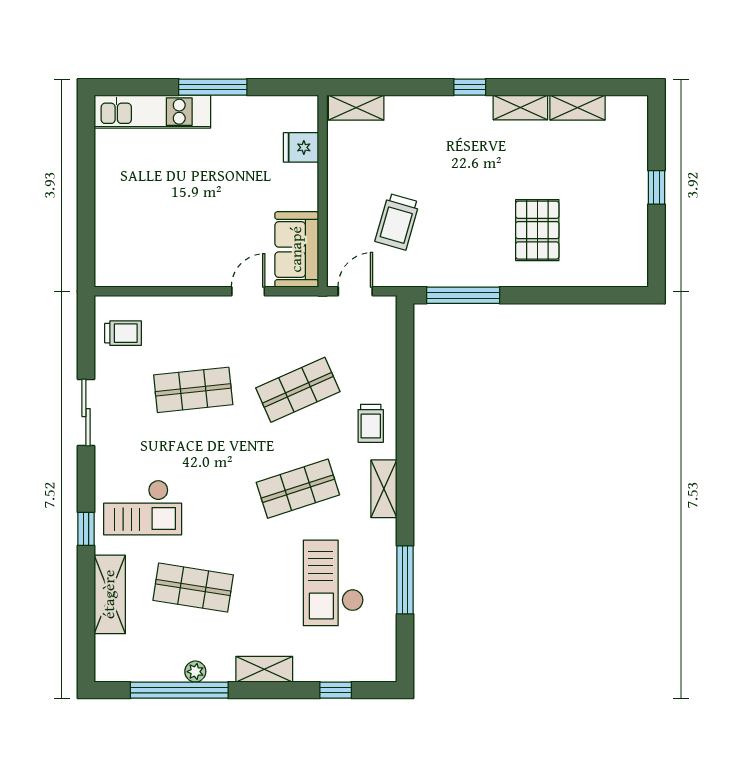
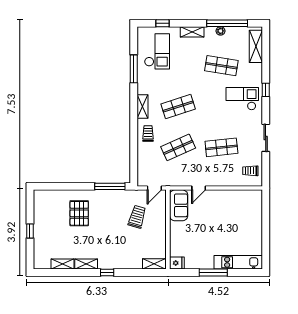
fridge: (301, 147) -> (177, 263), moved
checkout: (333, 583) -> (157, 51), moved
shelving: (110, 594) -> (256, 46), moved

